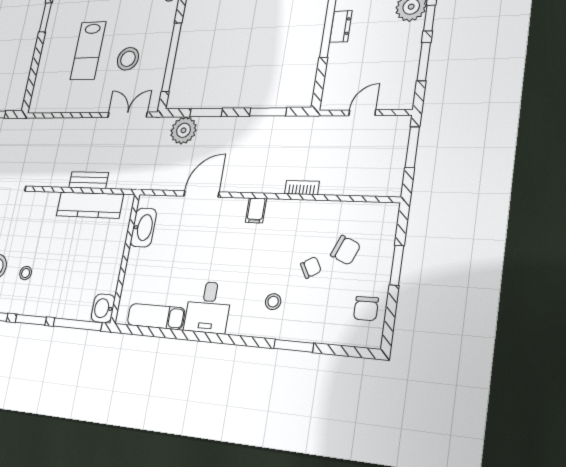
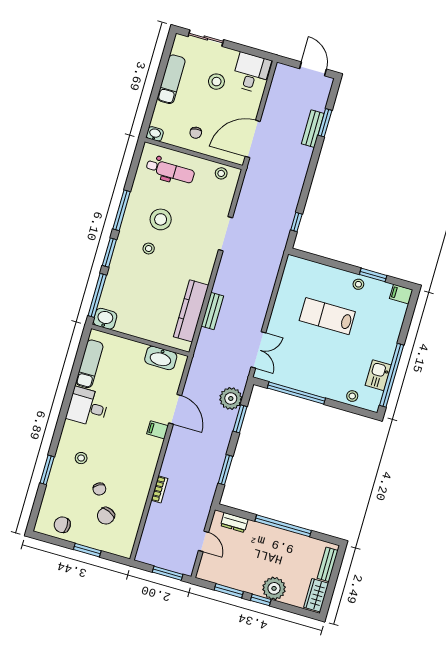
dresser: (341, 26) -> (234, 522), moved
stool: (128, 59) -> (358, 284), moved, width x0.53, depth x0.53
filing cabinet: (256, 210) -> (158, 430), moved

